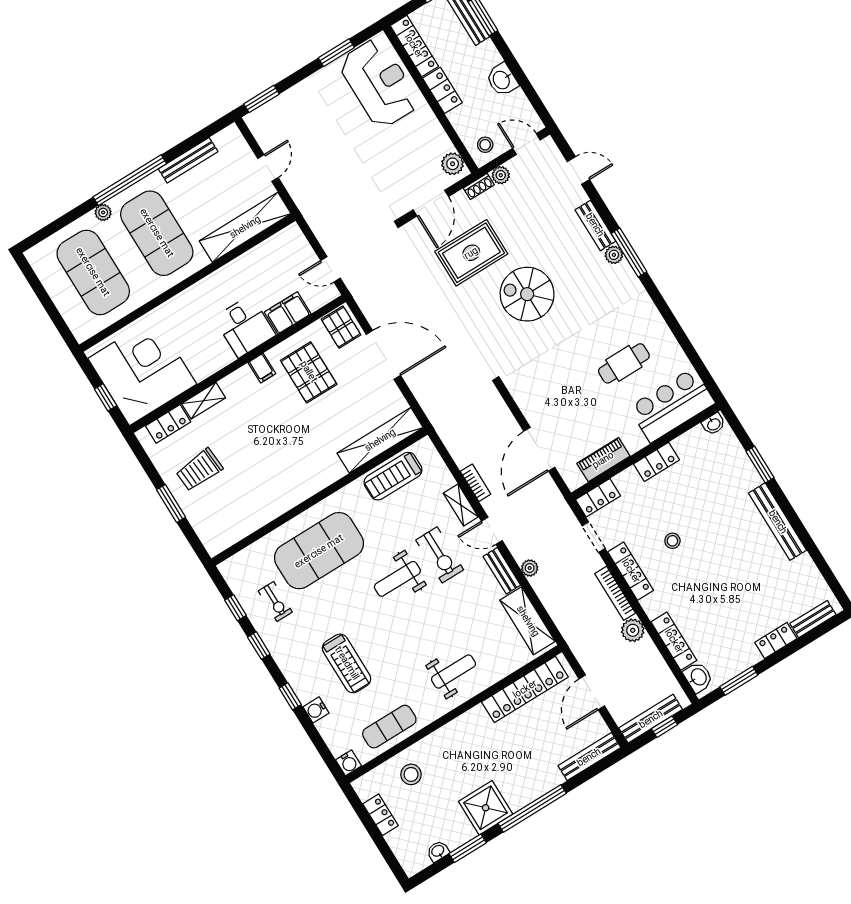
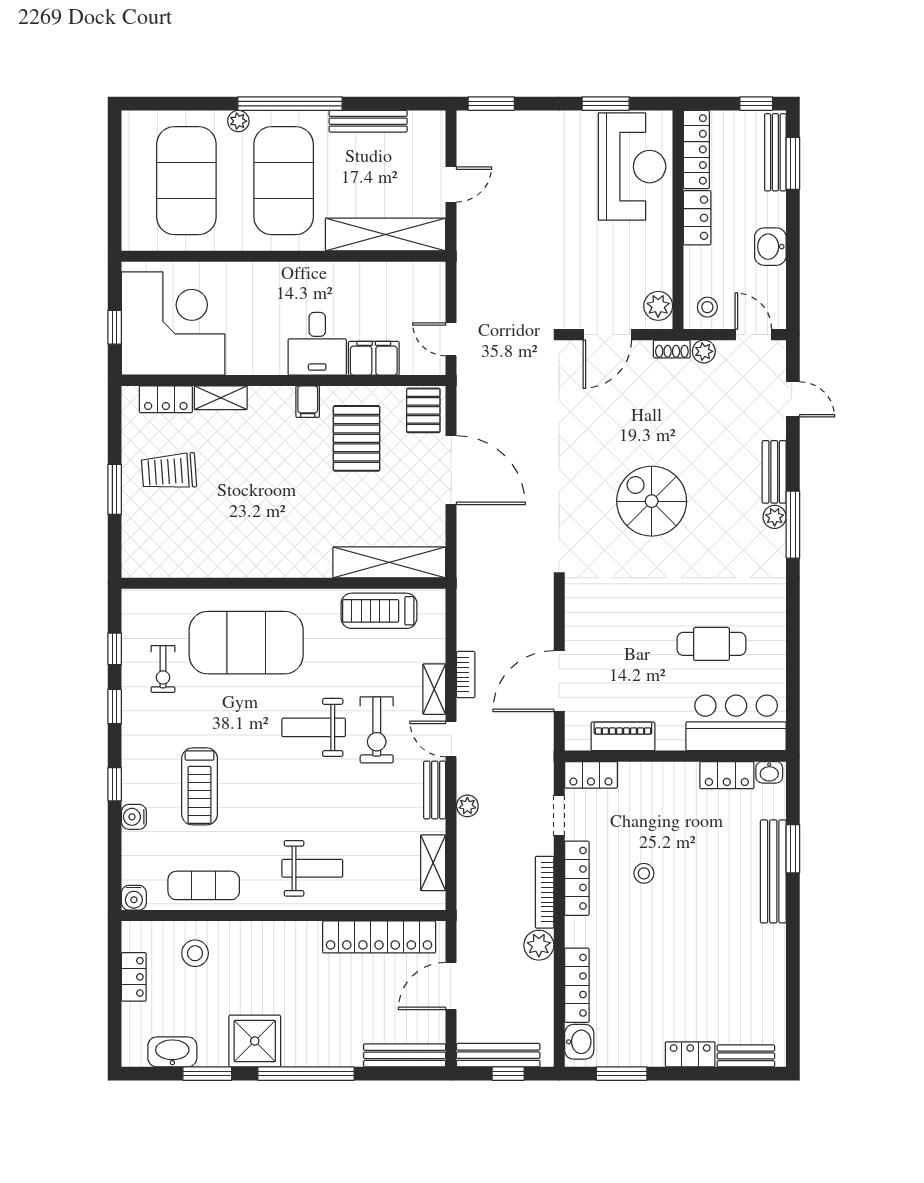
rug: (471, 253) -> (618, 417), removed
locker: (657, 462) -> (727, 775), moved
bench: (778, 522) -> (773, 871), moved
shelving: (528, 621) -> (433, 863), width x0.67, depth x0.75
washbasin: (438, 851) -> (172, 1052), width x1.91, depth x1.45

